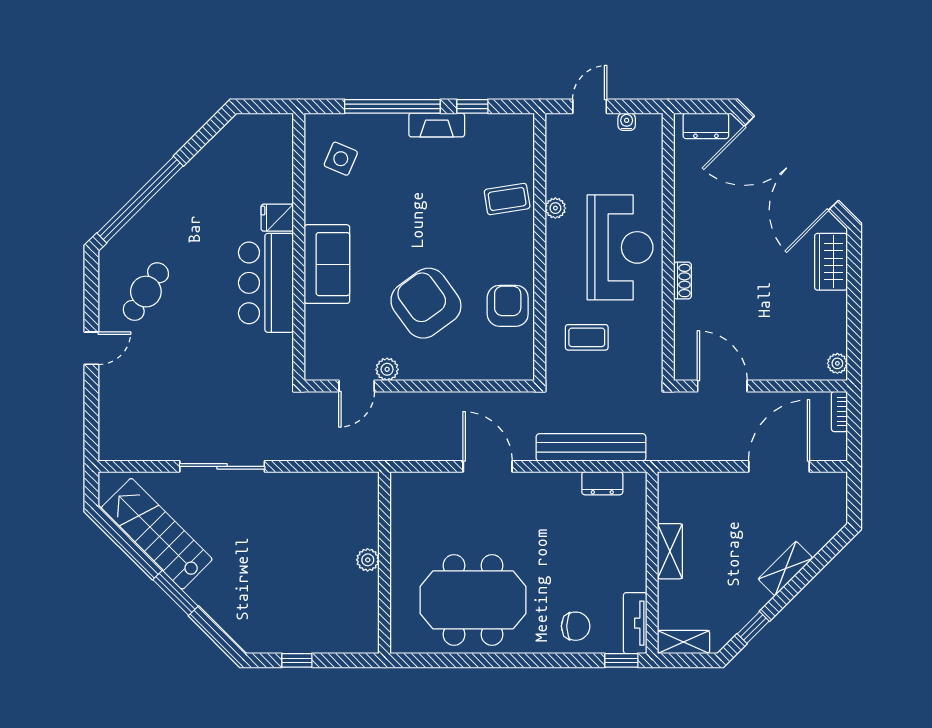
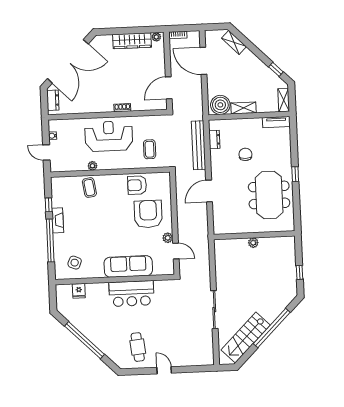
window: (140, 199) -> (84, 340), moved
fridge: (277, 218) -> (79, 291), moved
wardrobe: (831, 262) -> (132, 41), moved, width x1.50
sofa: (327, 264) -> (128, 266), width x1.36
cafe table: (146, 292) -> (138, 347), turned 51
armchair: (426, 303) -> (148, 214), moved, turned 126
boiler: (679, 500) -> (220, 105), added
shelving: (785, 569) -> (234, 42), moved
window: (175, 593) -> (272, 328), width x2.11
chair: (576, 626) -> (245, 154), moved
window: (621, 660) -> (295, 174), moved

